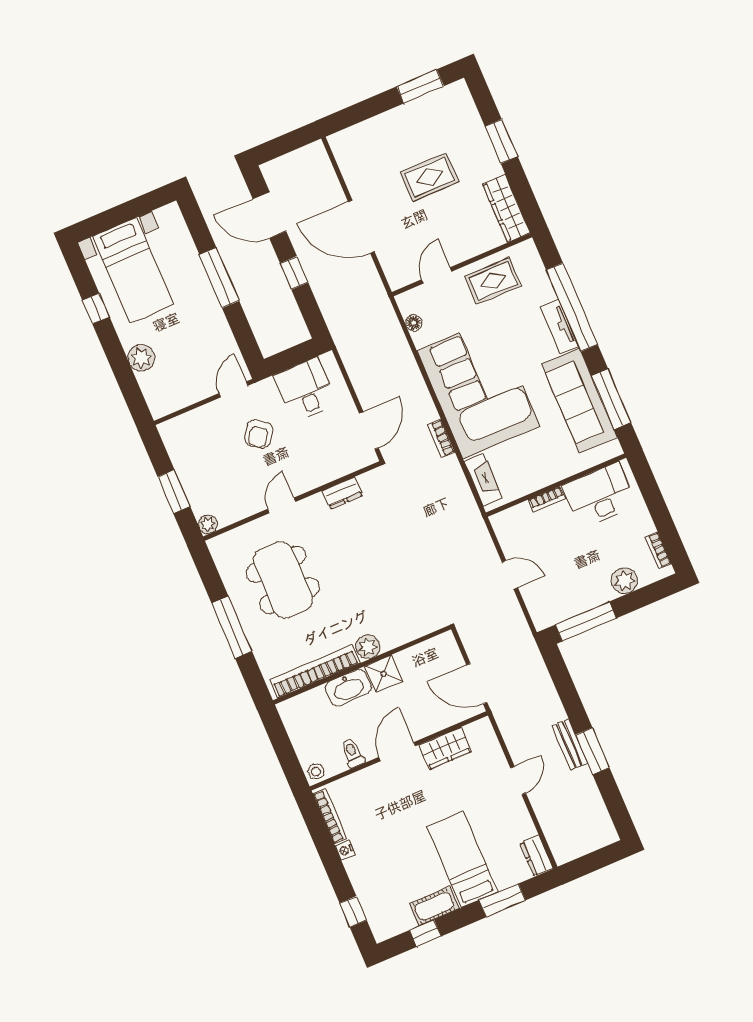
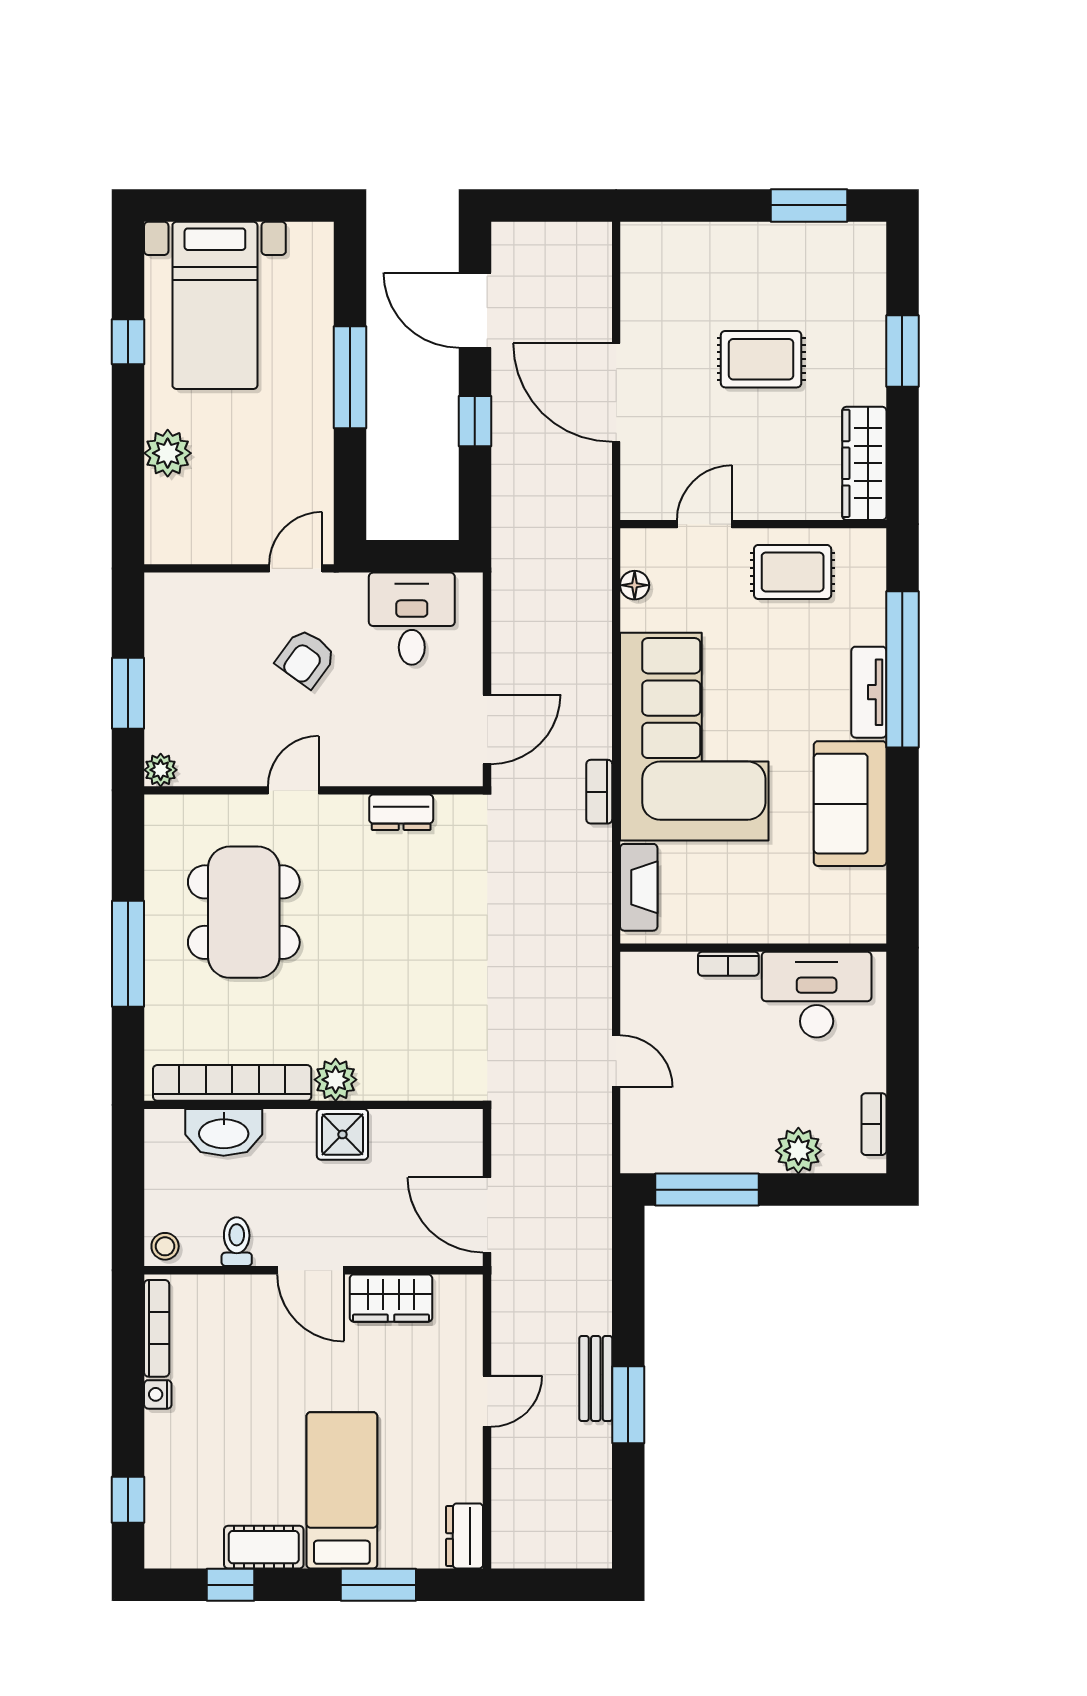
window: (611, 399) -> (902, 846), removed
sofa: (580, 400) -> (850, 804), width x0.73
washbasin: (348, 688) -> (224, 1132), moved
door: (397, 752) -> (311, 1270), swing flipped

